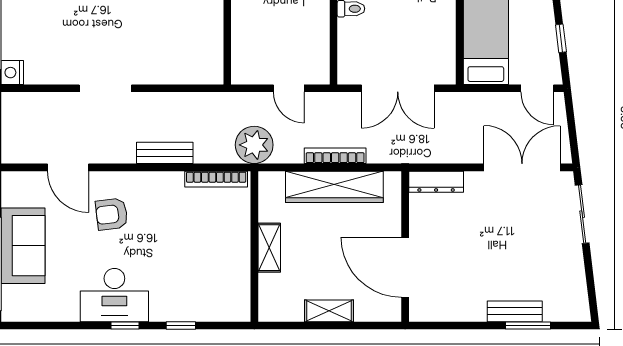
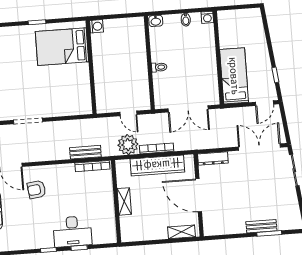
door: (537, 88) -> (264, 103), hinge flipped
plant: (254, 145) -> (128, 145), moved
bench: (165, 153) -> (85, 152), moved
door: (405, 267) -> (199, 195), moved
desk: (114, 295) -> (72, 231), moved
shelving: (329, 311) -> (182, 232), moved

